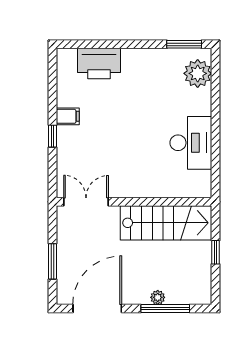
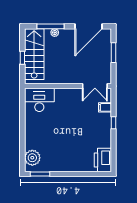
printer: (99, 64) -> (103, 160), moved, turned -90
filing cabinet: (68, 116) -> (105, 107), moved
desk: (191, 143) -> (39, 100), moved, turned 90
stairs: (166, 223) -> (34, 54), moved, turned 90

